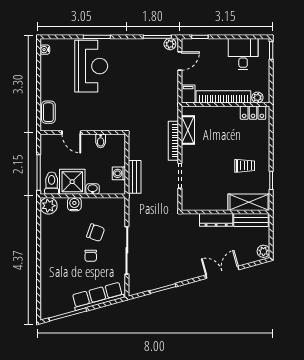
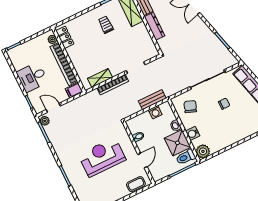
desk: (243, 54) -> (32, 77), moved
reception desk: (91, 66) -> (102, 157), moved
chair: (96, 233) -> (190, 107), moved

